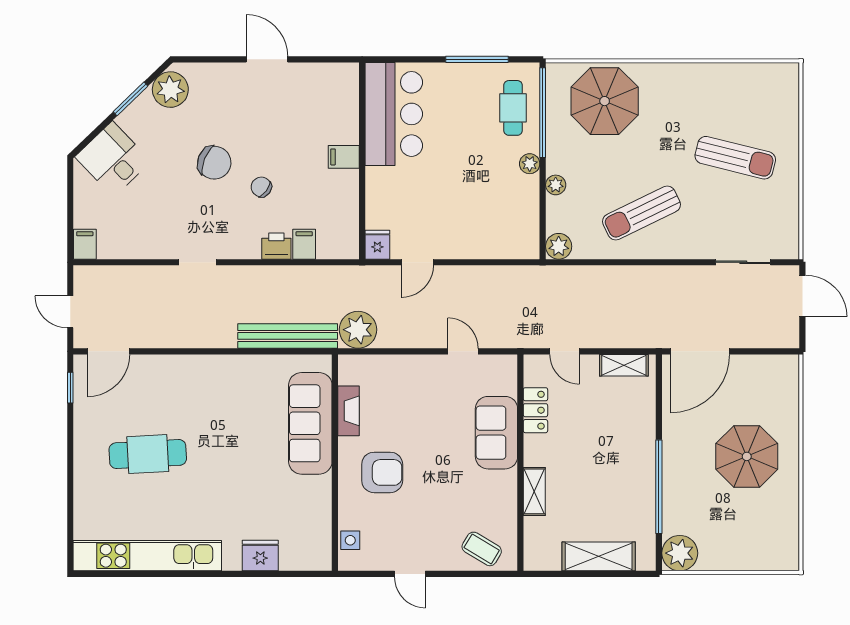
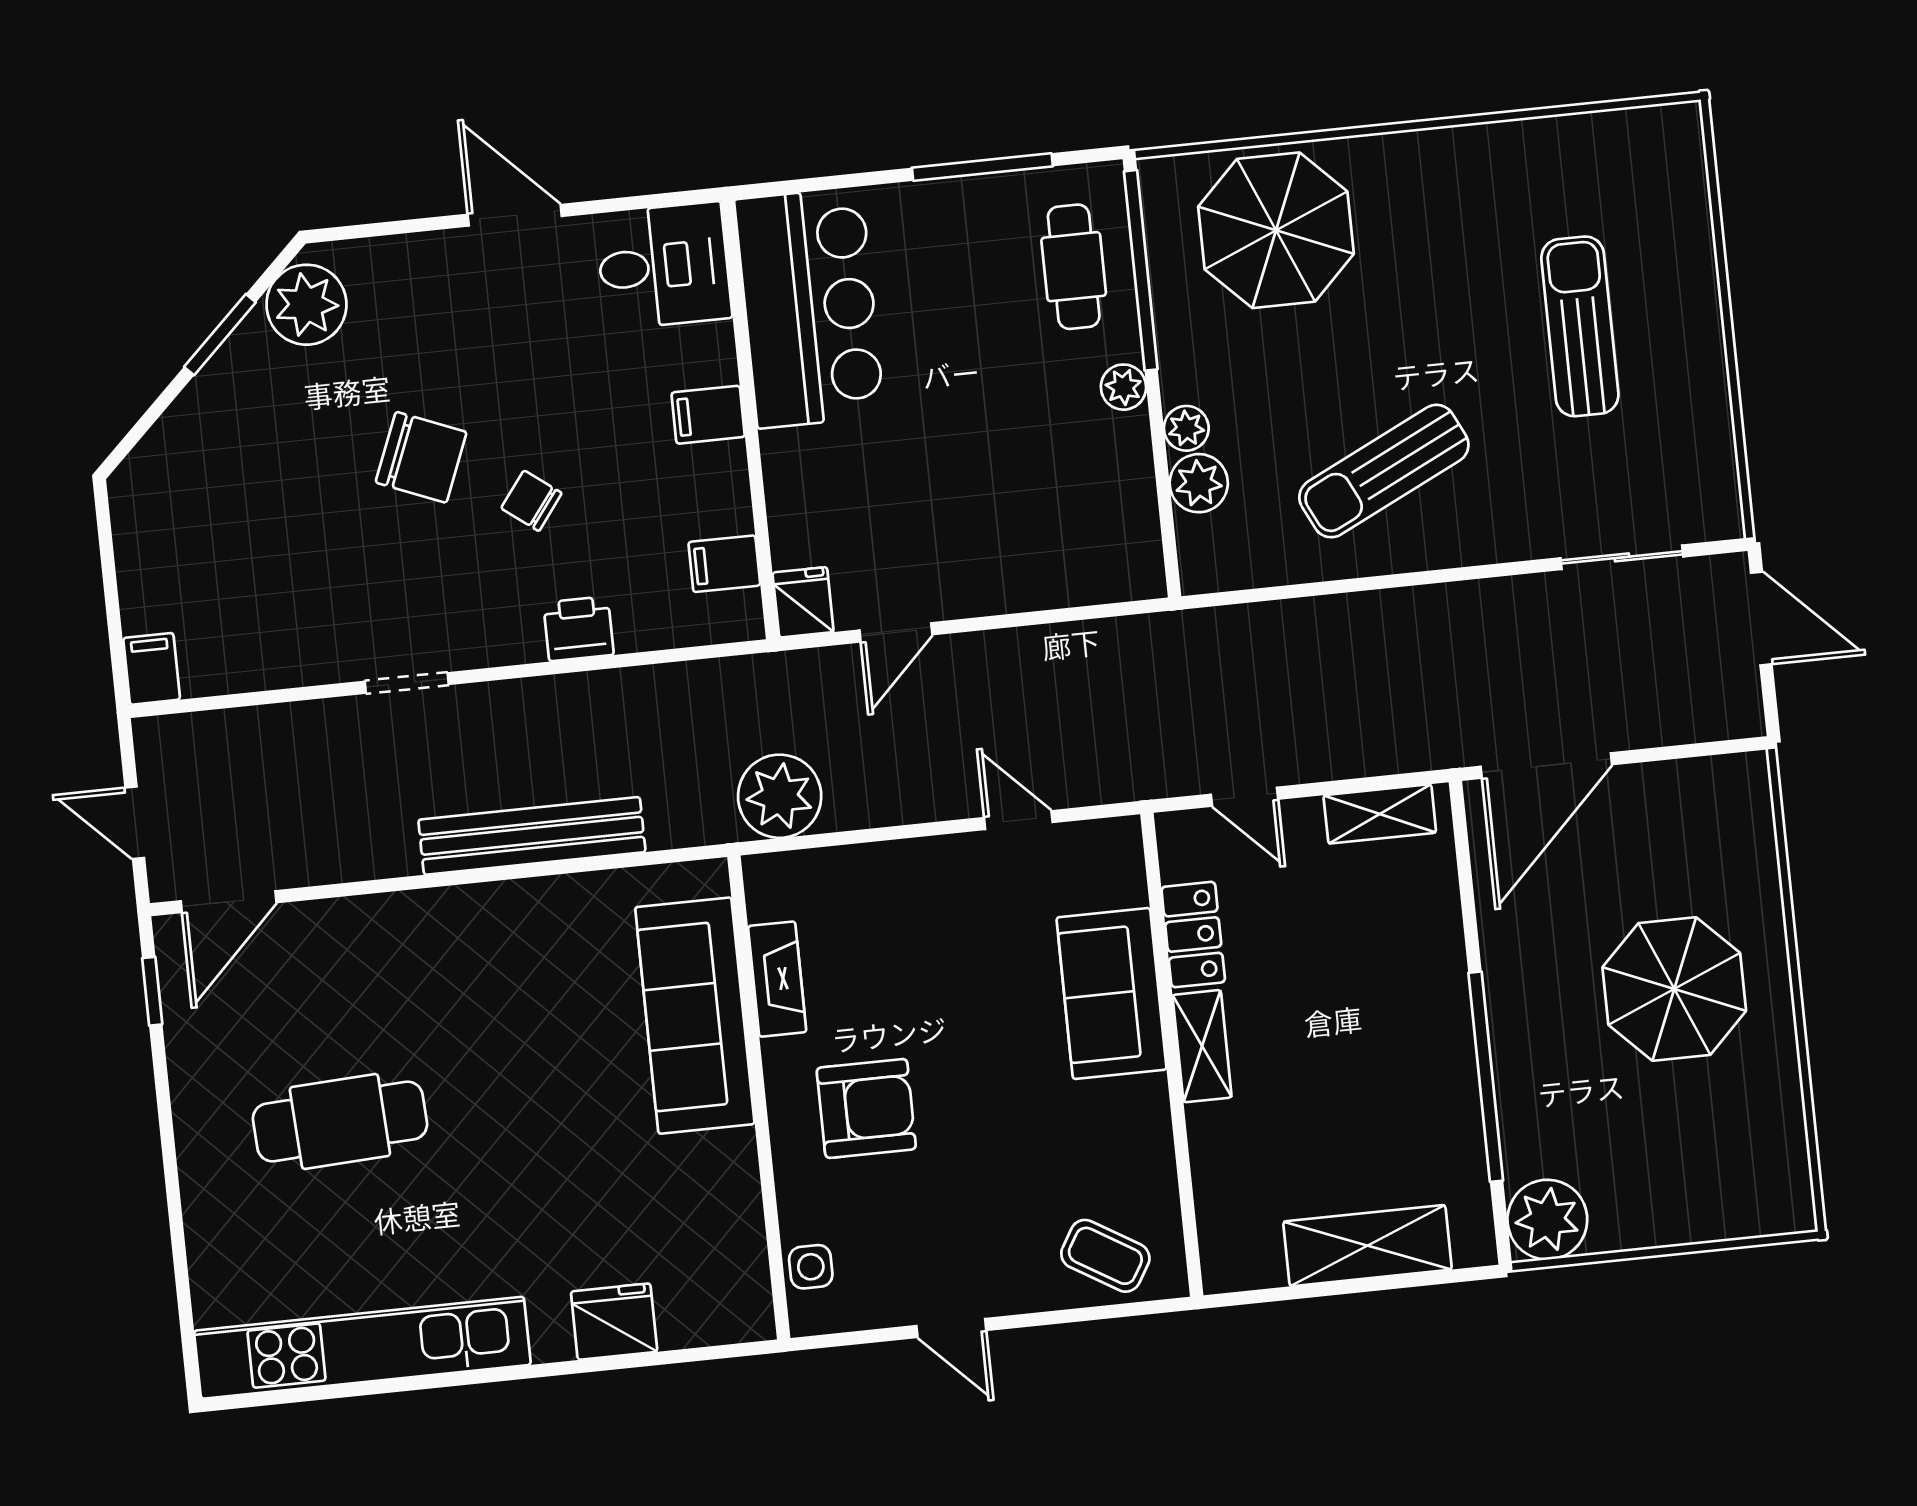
sun lounger: (735, 158) -> (1580, 326), turned -104
desk: (113, 159) -> (664, 266), moved, turned 134
filing cabinet: (304, 244) -> (724, 564), moved, turned -90
plant: (559, 246) -> (1199, 483), moved
bench: (288, 336) -> (532, 836), moved
shelving: (534, 491) -> (1202, 1046), moved

